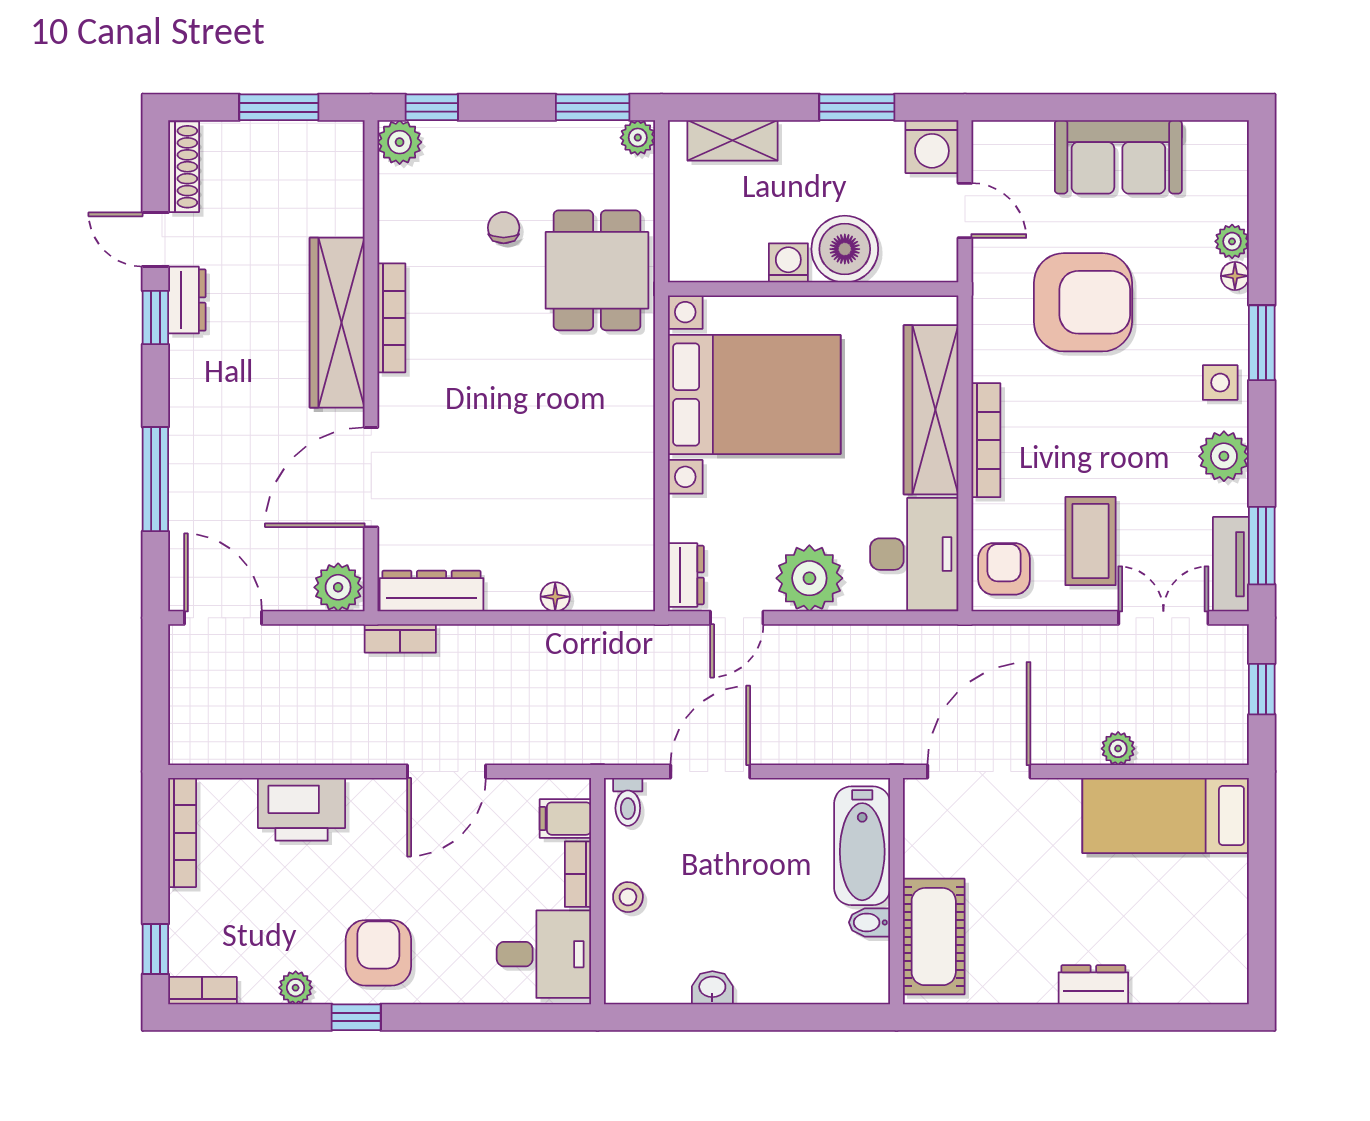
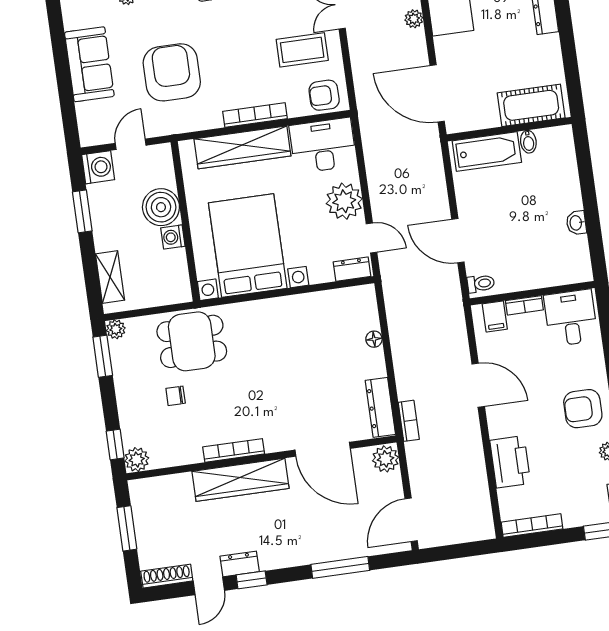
stool: (628, 897) -> (533, 276), removed

